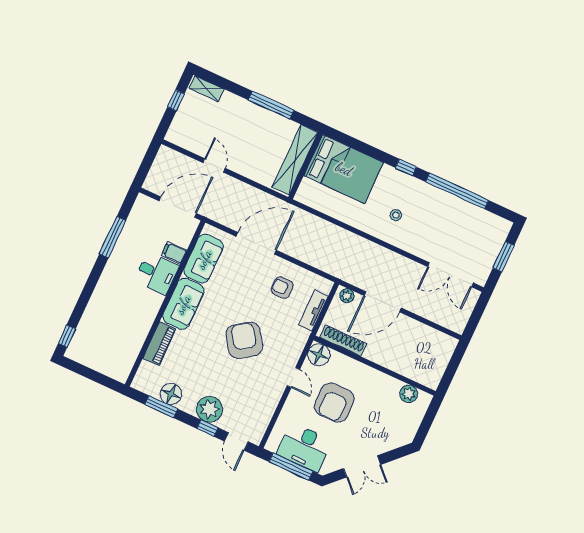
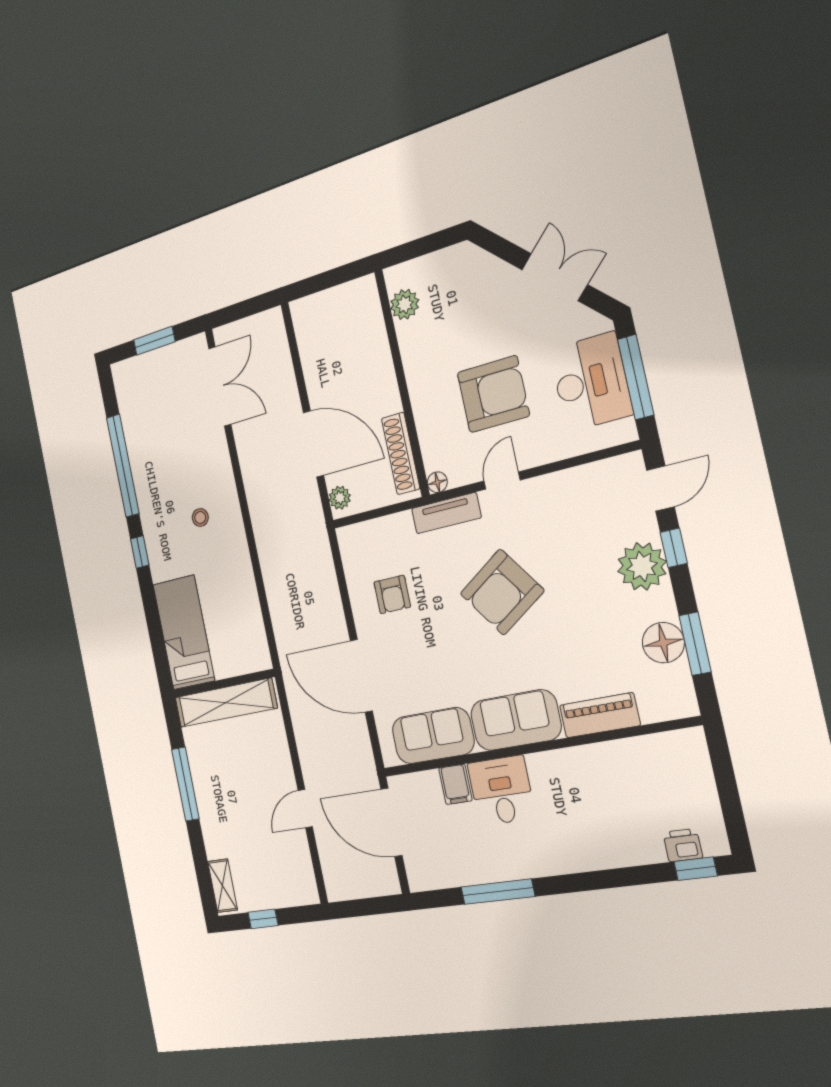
bed: (344, 169) -> (184, 632), width x0.67
tv unit: (313, 310) -> (446, 513), moved
printer: (80, 338) -> (683, 845), added
floor lamp: (319, 355) -> (437, 482), width x0.53, depth x0.53

